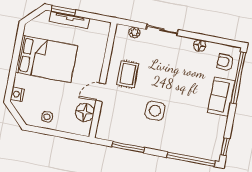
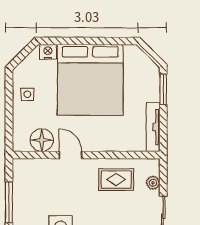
tv unit: (69, 20) -> (153, 127), moved
bed: (47, 59) -> (90, 80), width x1.36
rug: (128, 74) -> (116, 180), moved

